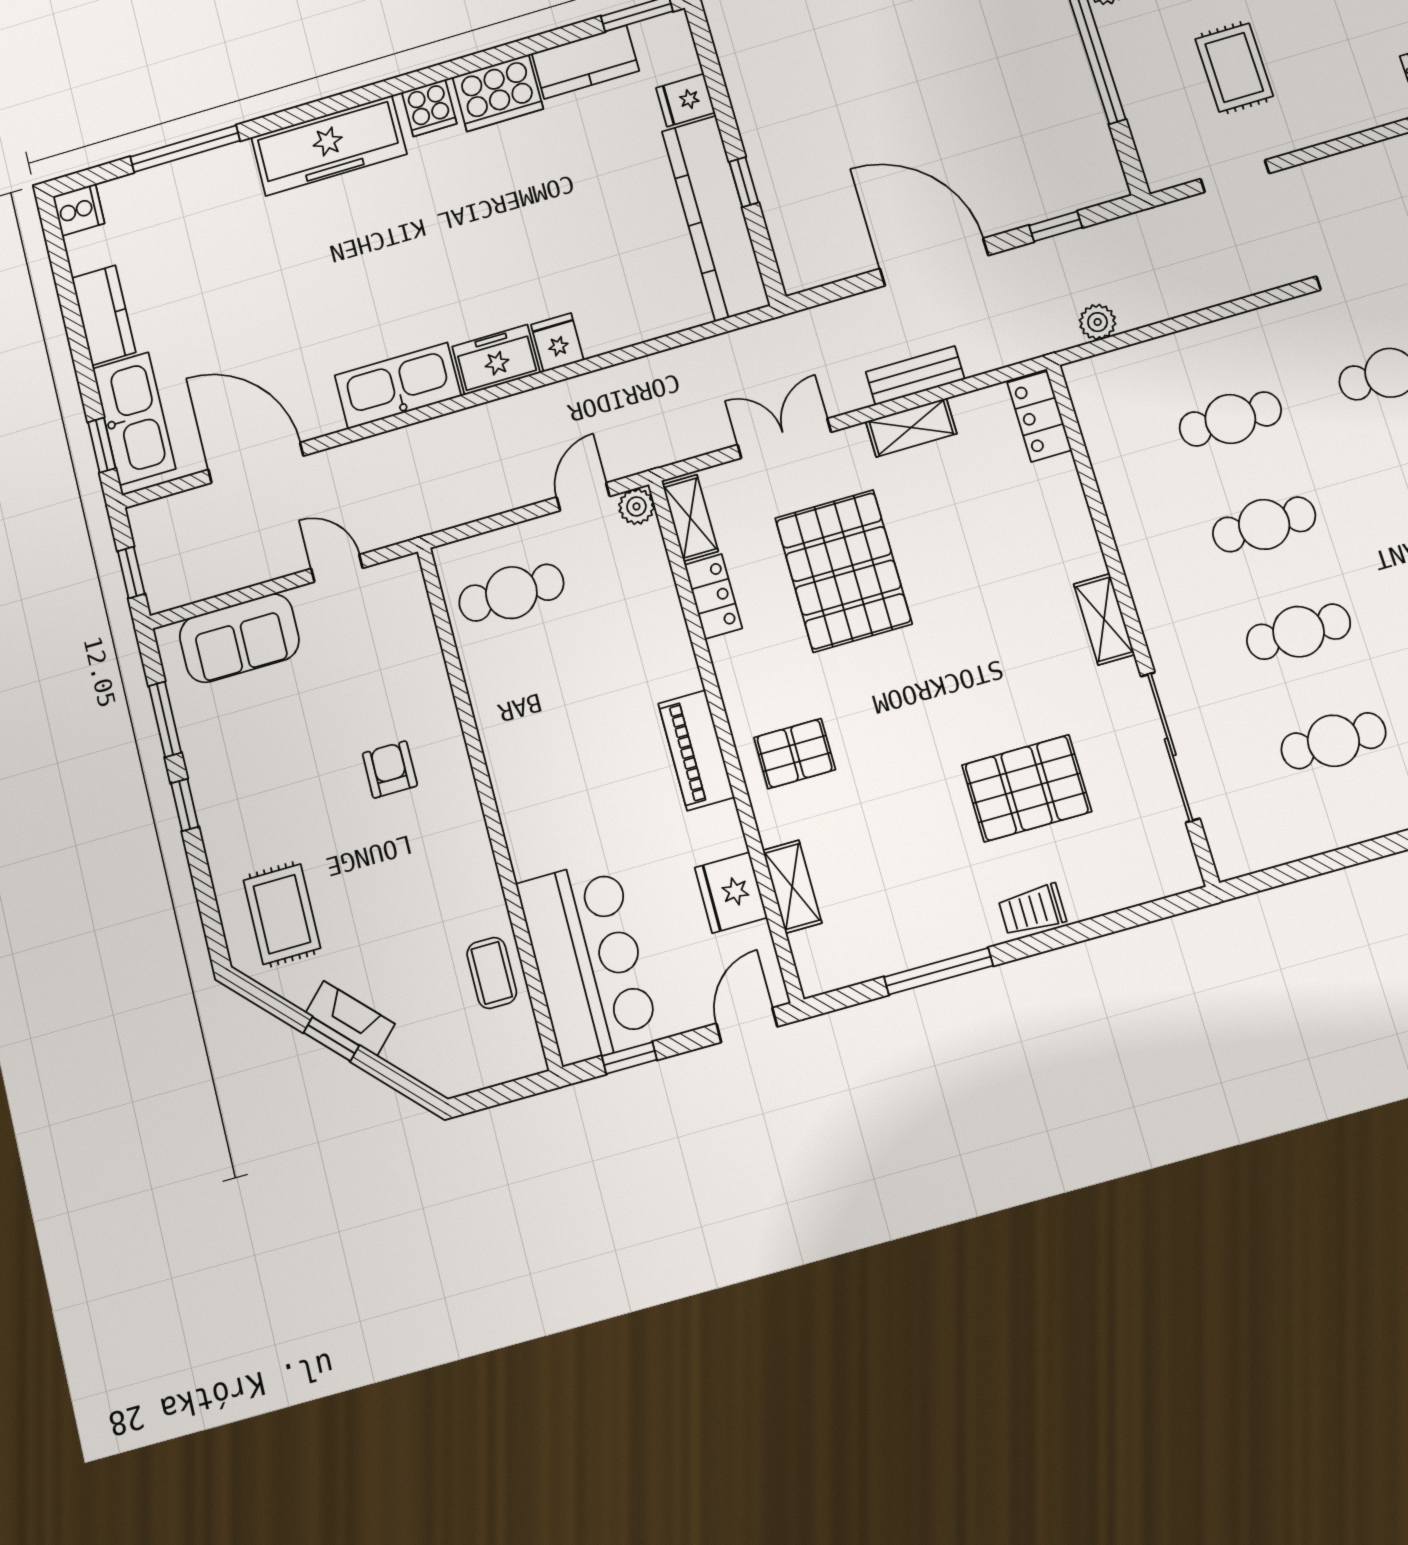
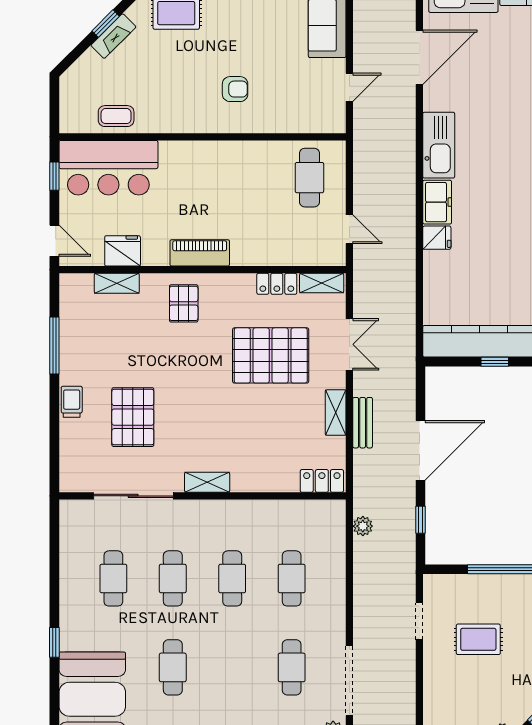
plant: (636, 506) -> (336, 256), removed

